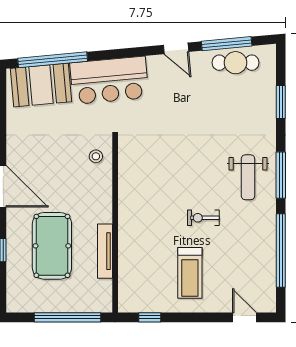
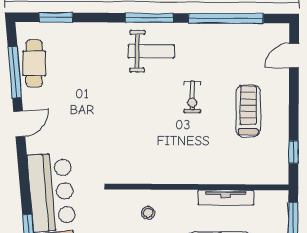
window: (281, 102) -> (56, 17), moved
stool: (96, 156) -> (148, 213), moved
treadmill: (190, 273) -> (248, 111), turned -90

